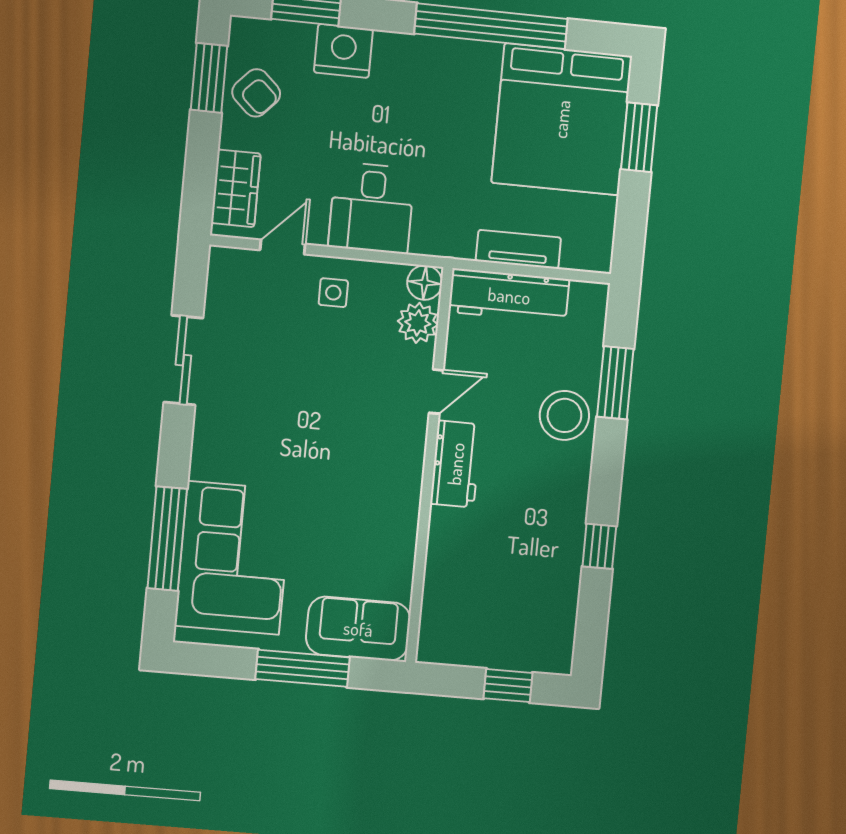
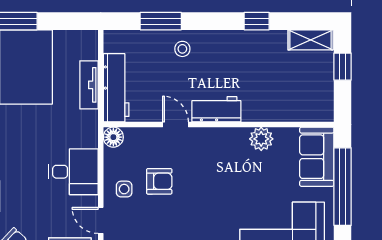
plant: (418, 323) -> (261, 139), moved
armchair: (341, 355) -> (159, 181), added
stool: (564, 415) -> (182, 49), width x0.53, depth x0.53
shelving: (559, 635) -> (311, 40), added
window: (303, 668) -> (343, 187), width x1.46

